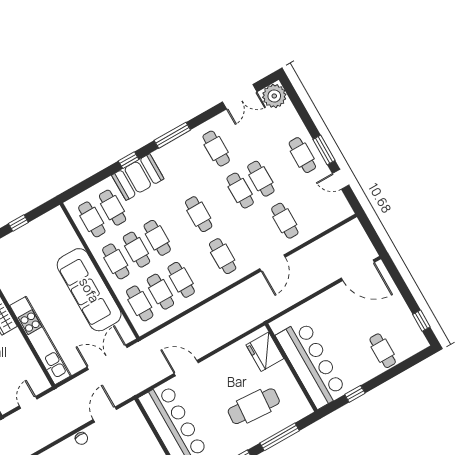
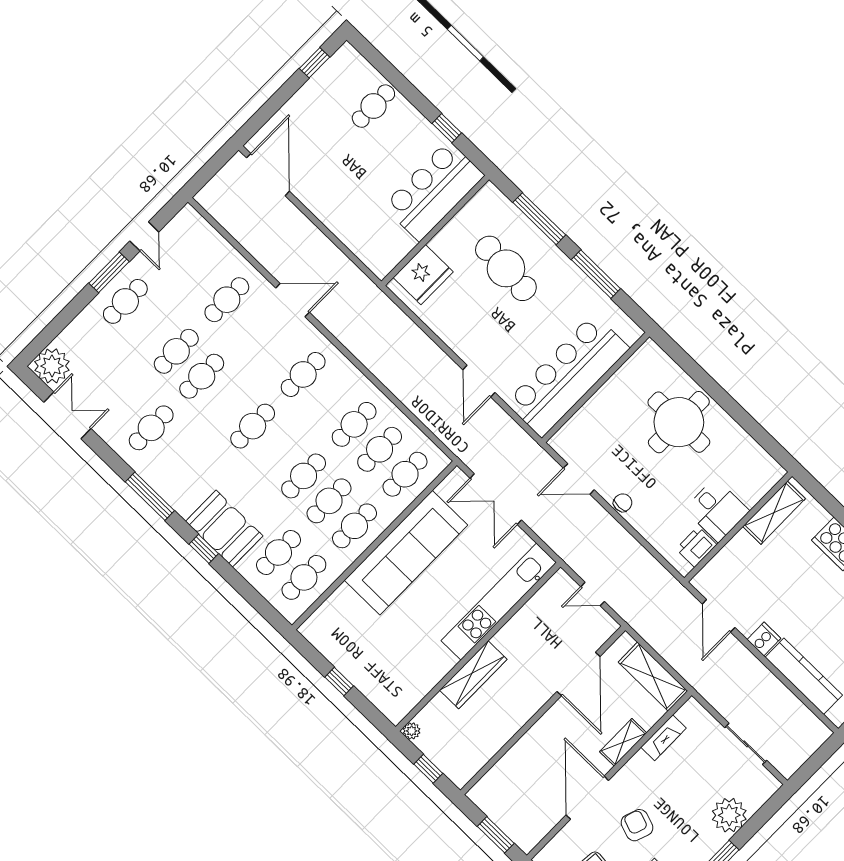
bar counter: (311, 364) -> (434, 191), width x0.73

